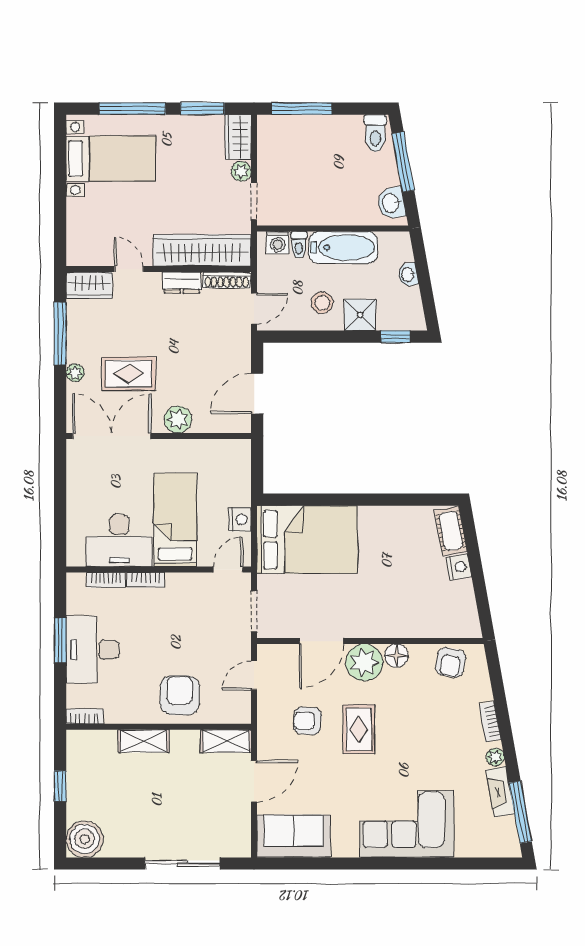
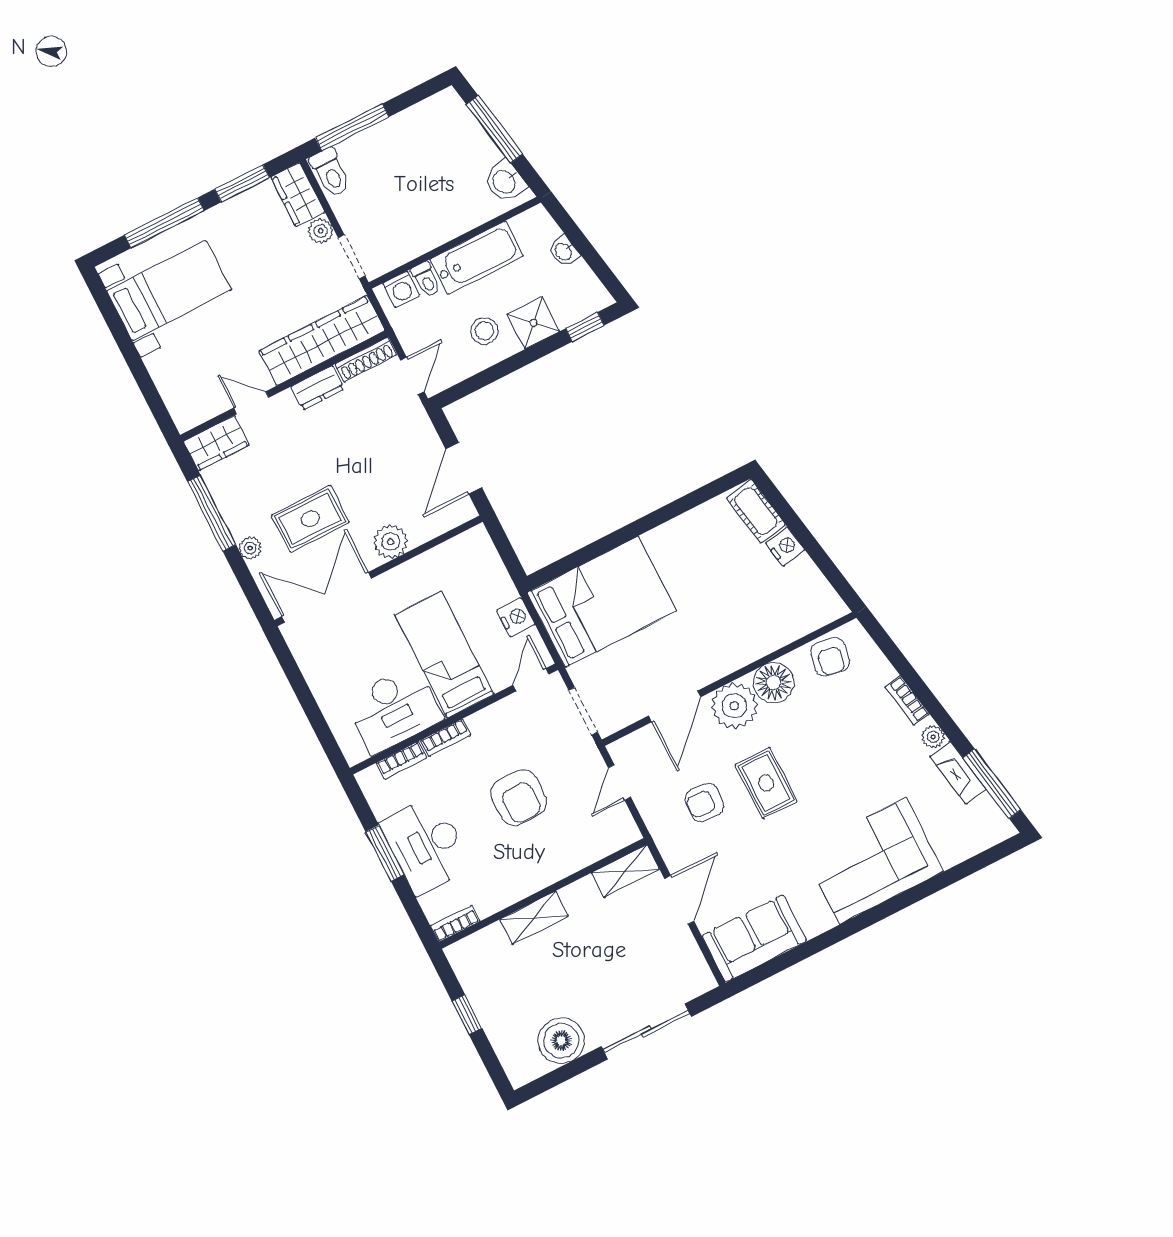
toilet: (375, 133) -> (330, 173), moved
floor lamp: (396, 656) -> (774, 683), width x1.38, depth x1.38
armchair: (180, 695) -> (519, 798), moved, turned 180
boiler: (85, 839) -> (561, 1041), moved

